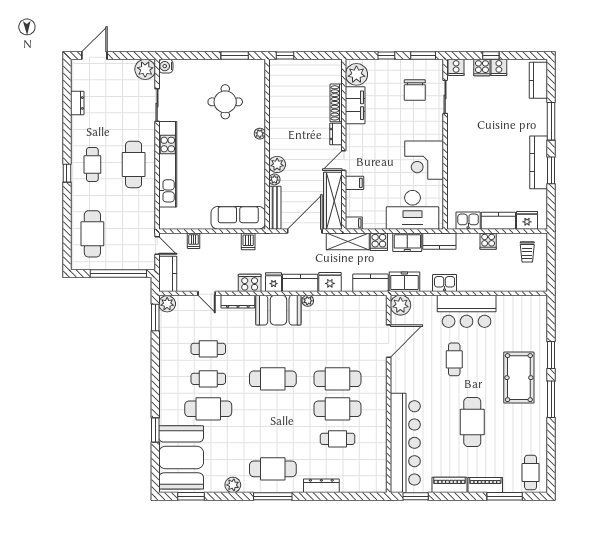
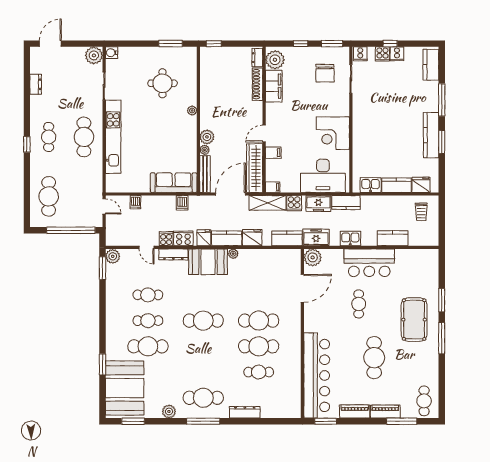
dresser: (336, 134) -> (257, 58), moved
cooker: (488, 241) -> (166, 239), moved, turned 180
kitchen counter: (168, 274) -> (393, 238), moved, turned -90

